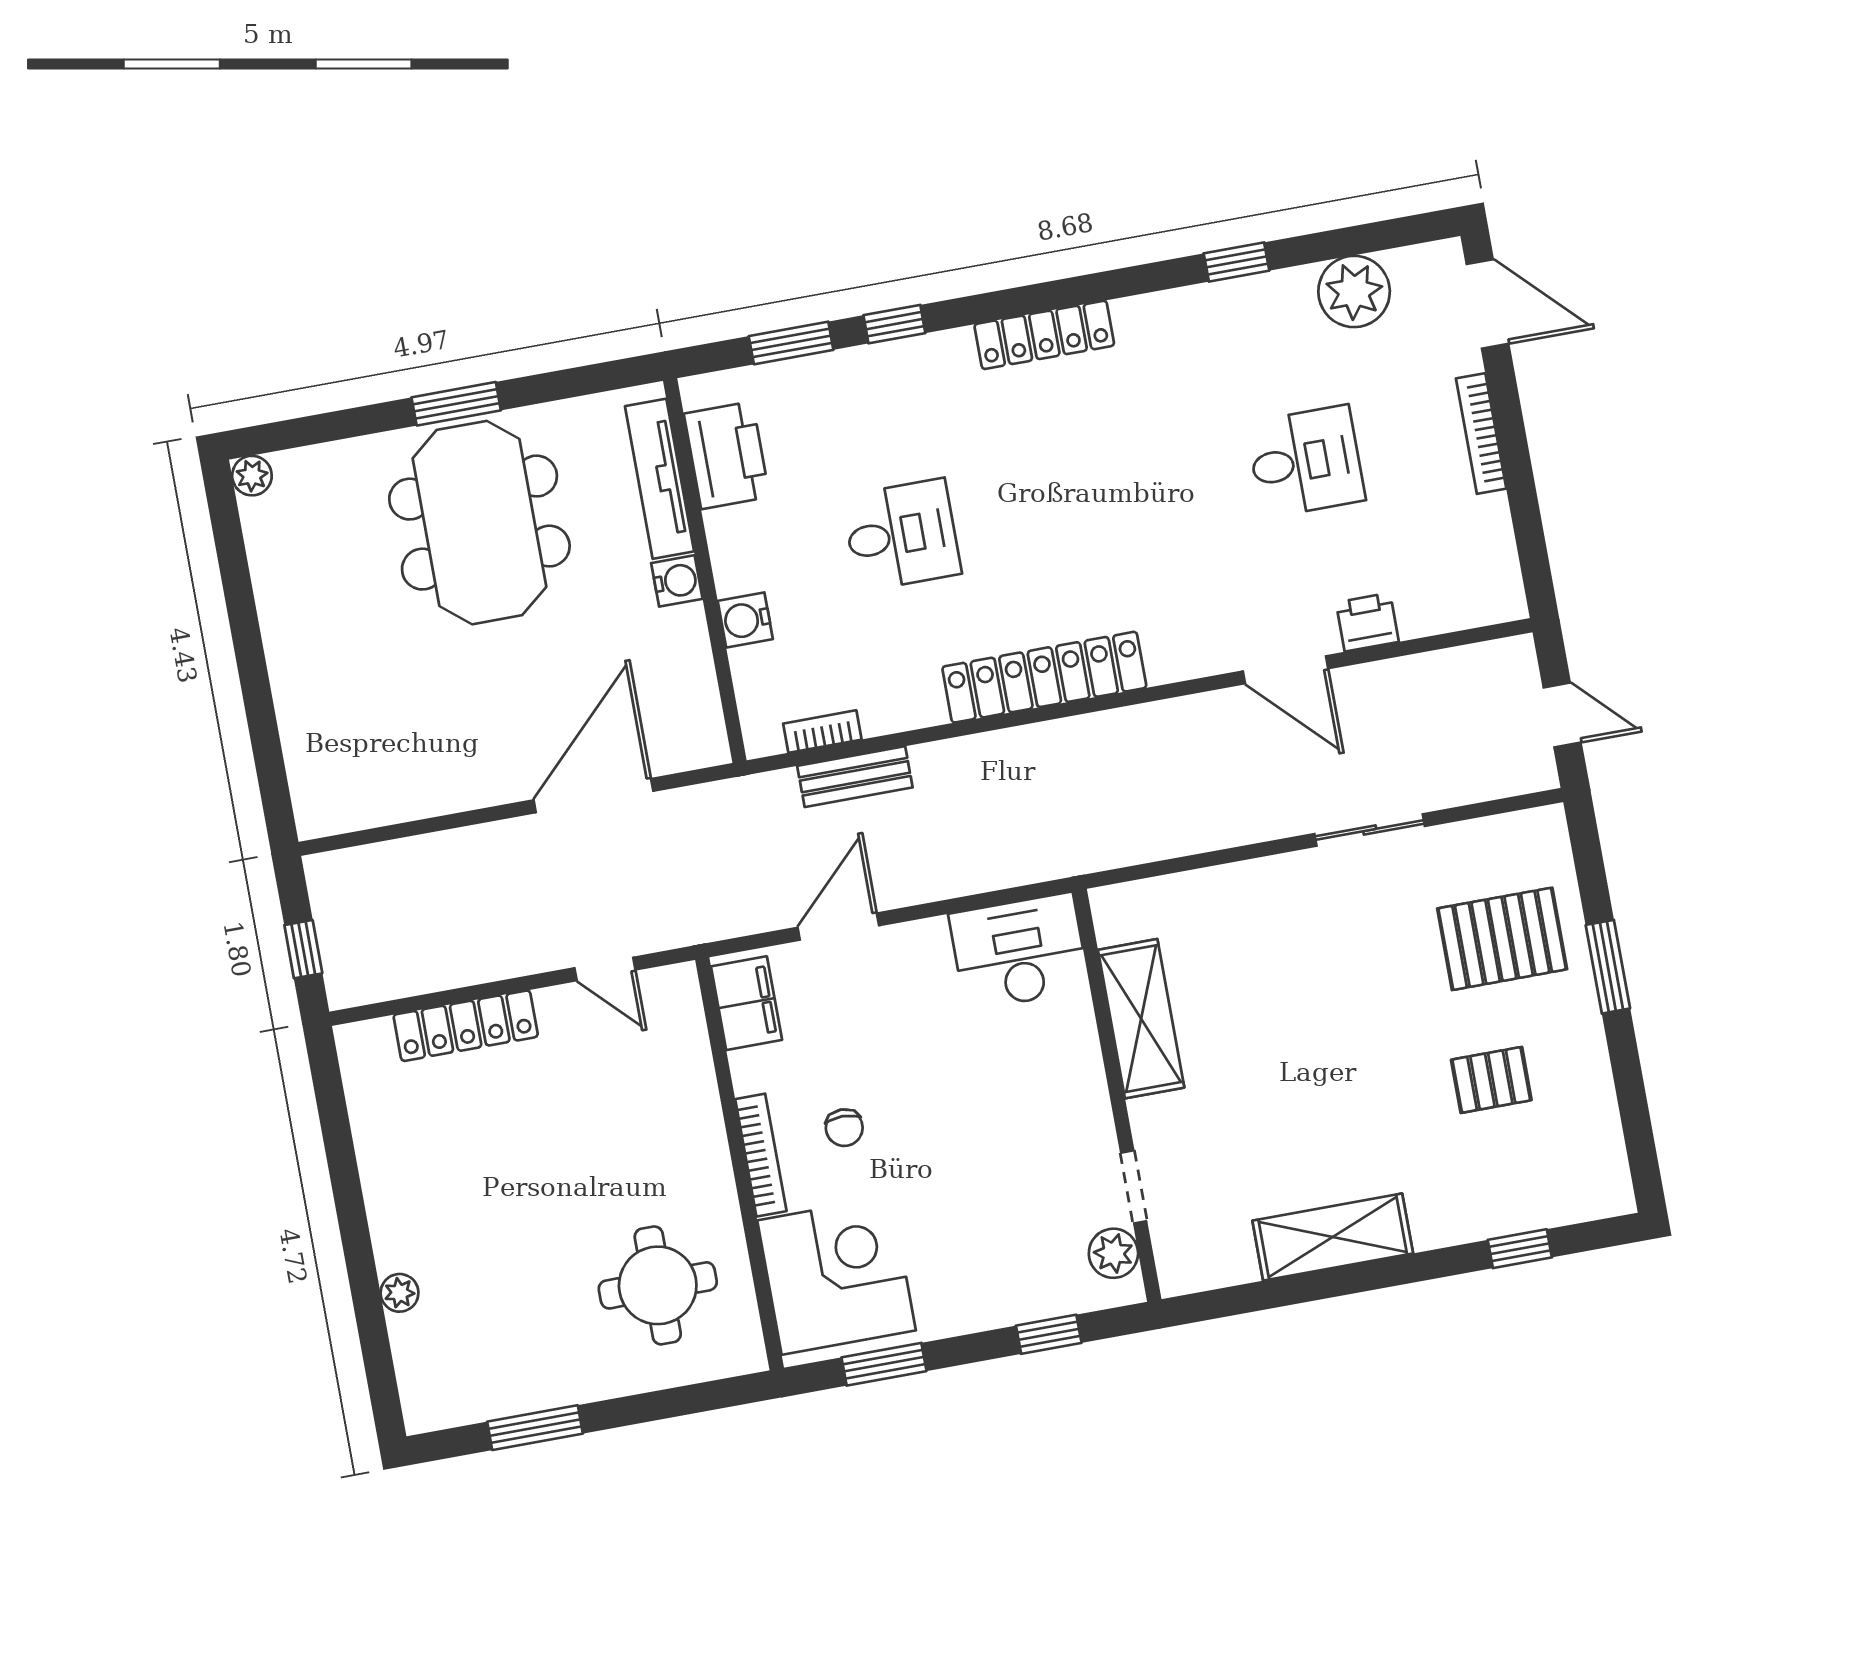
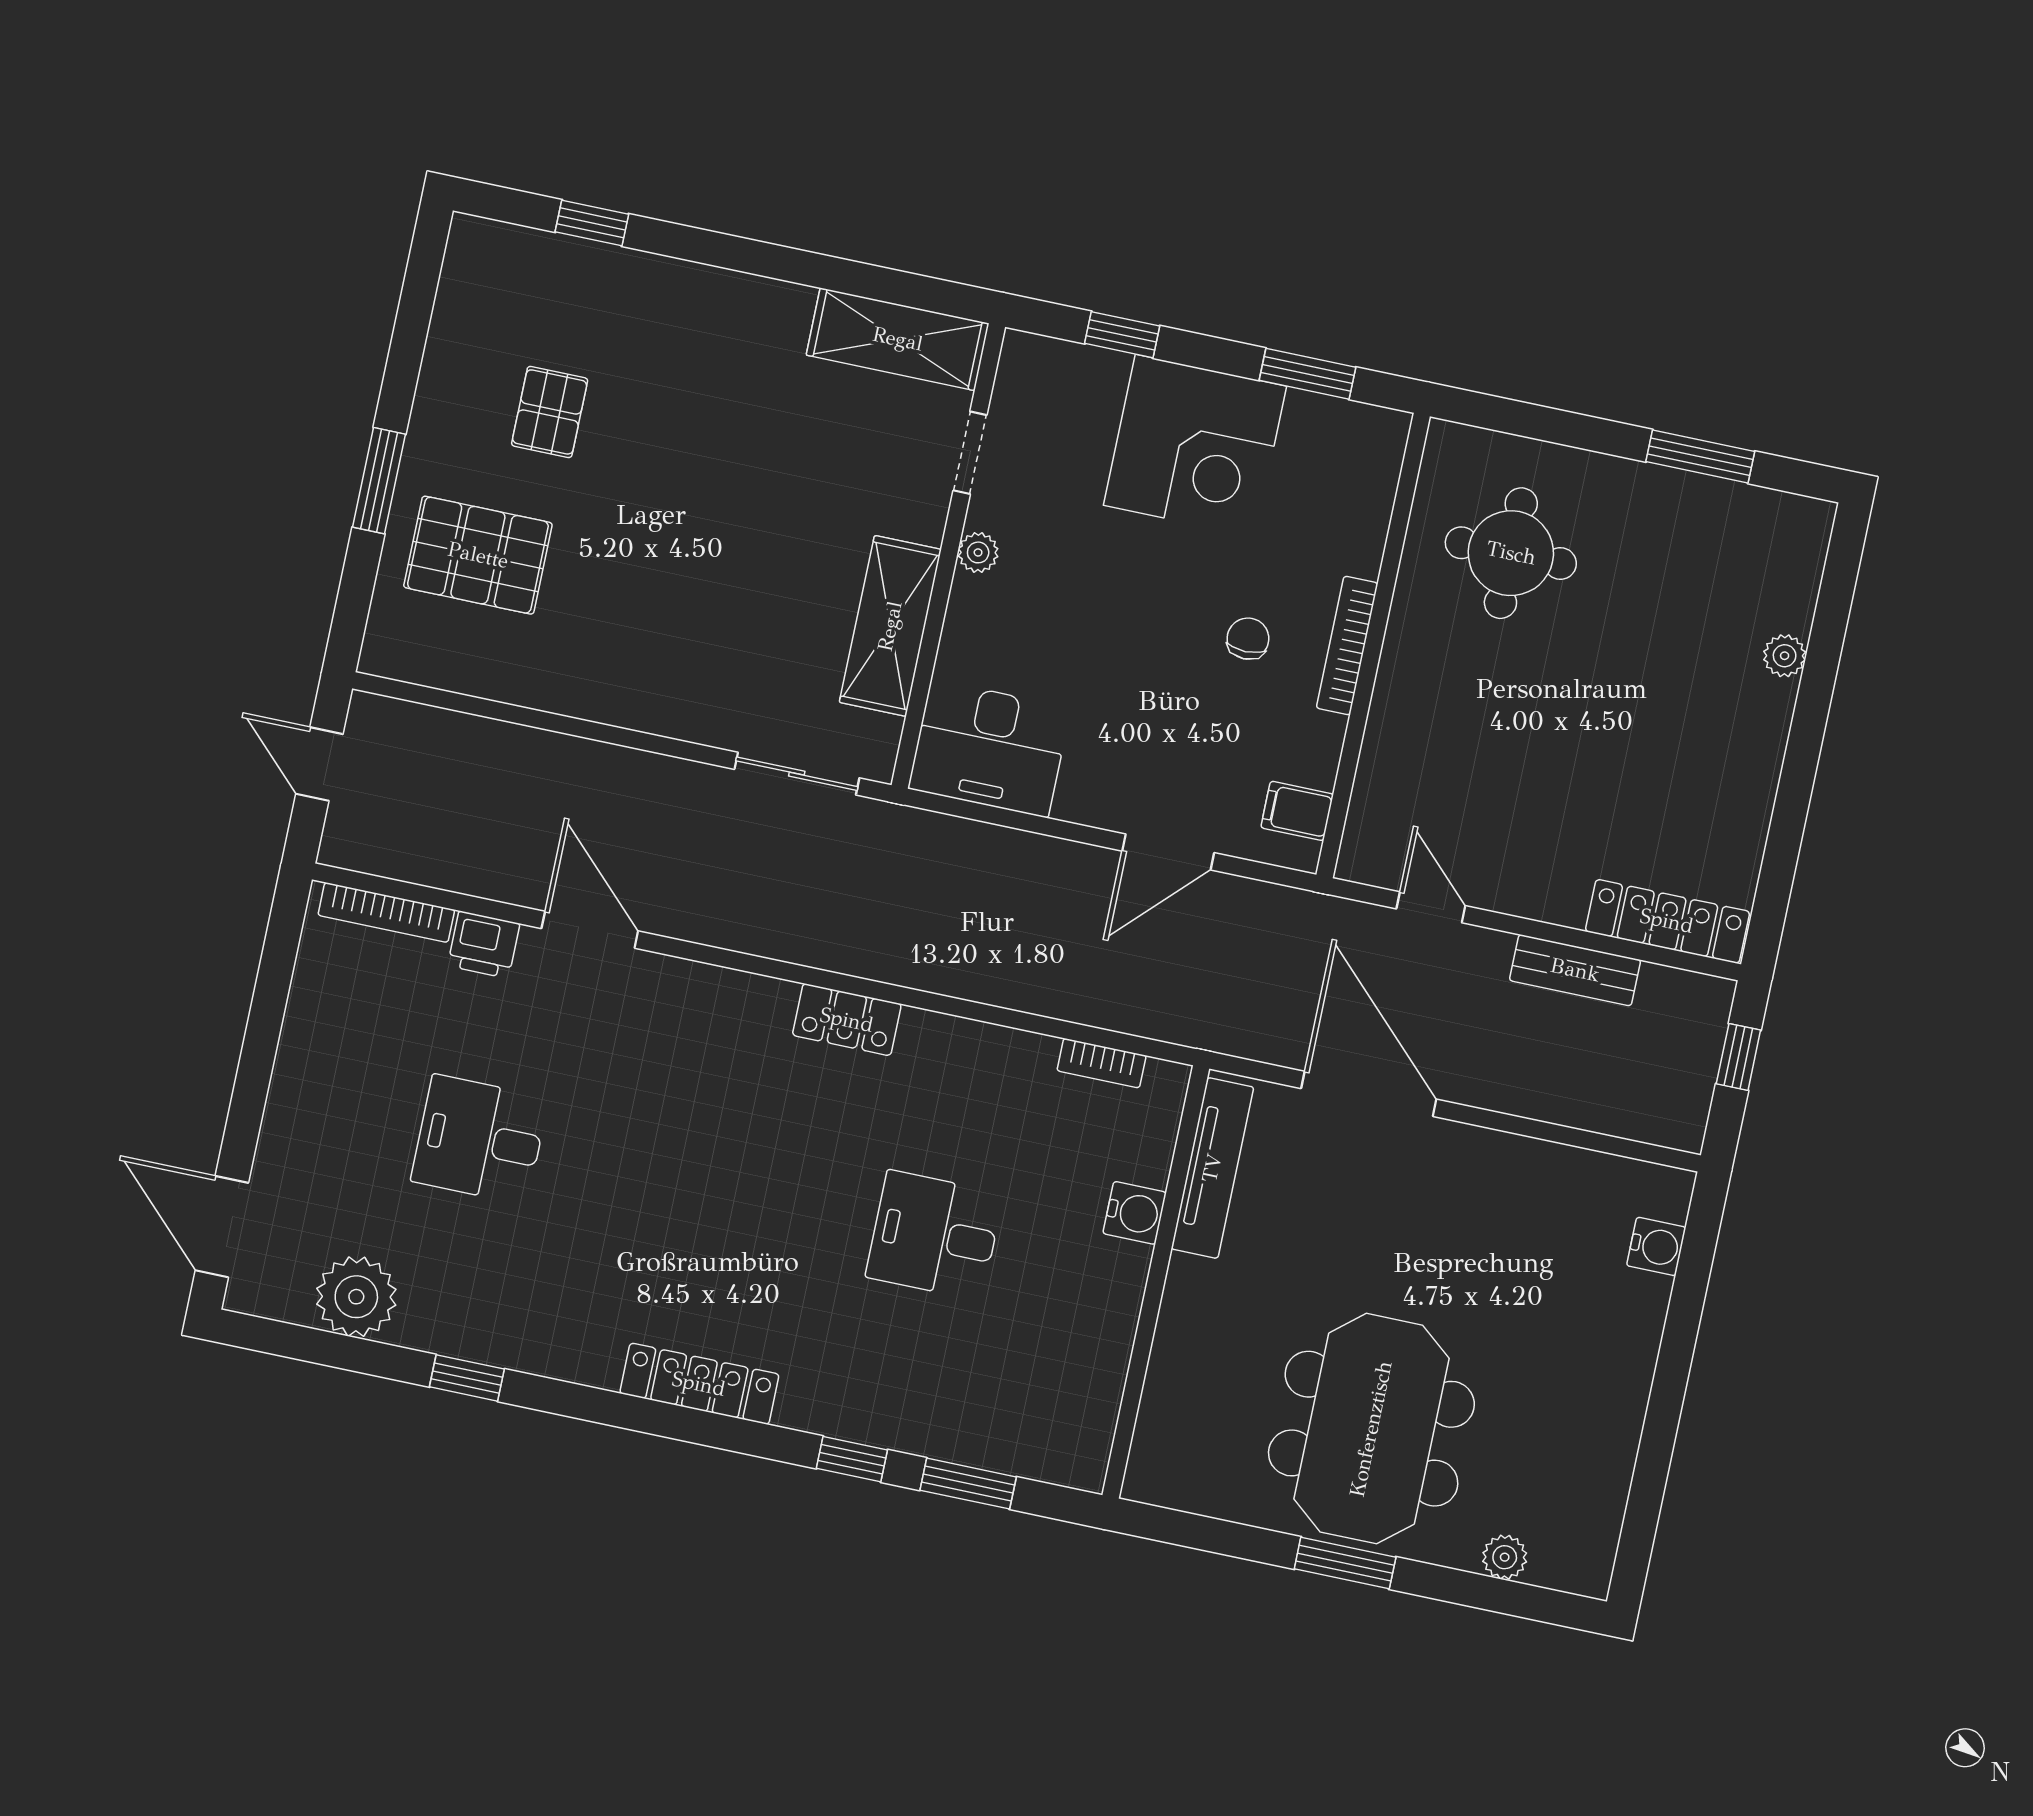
bookcase: (1481, 433) -> (386, 912), moved, turned 90
printer: (727, 455) -> (1084, 1393), removed
plant: (252, 476) -> (1505, 1557), moved
tv unit: (659, 479) -> (1212, 1168), moved
water cooler: (677, 581) -> (1656, 1246), moved, turned 180
locker: (1044, 677) -> (847, 1020), width x0.46, depth x0.83
bench: (855, 777) -> (1575, 970), moved
door: (593, 796) -> (1369, 1094), swing flipped
sliding door: (1370, 830) -> (797, 774), moved
filing cabinet: (747, 1003) -> (1297, 811), width x0.50
locker: (466, 1026) -> (1667, 921), moved
pallet: (1491, 1080) -> (550, 412), turned 90
shelving: (1333, 1237) -> (898, 339), moved
plant: (1113, 1253) -> (978, 552), moved, width x0.73, depth x0.73
corner desk: (837, 1275) -> (1195, 446), moved, turned -90

